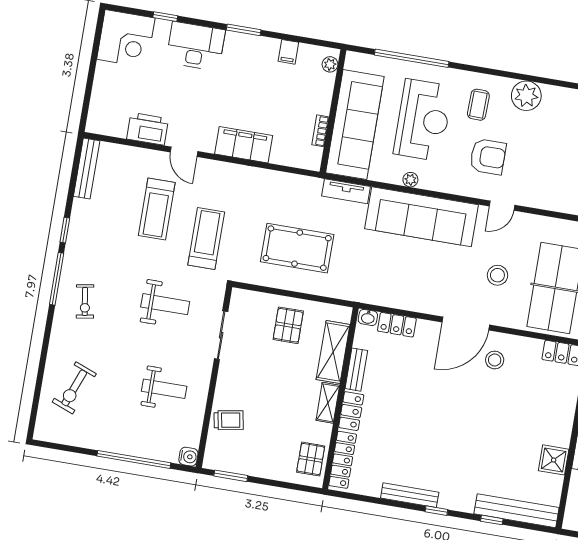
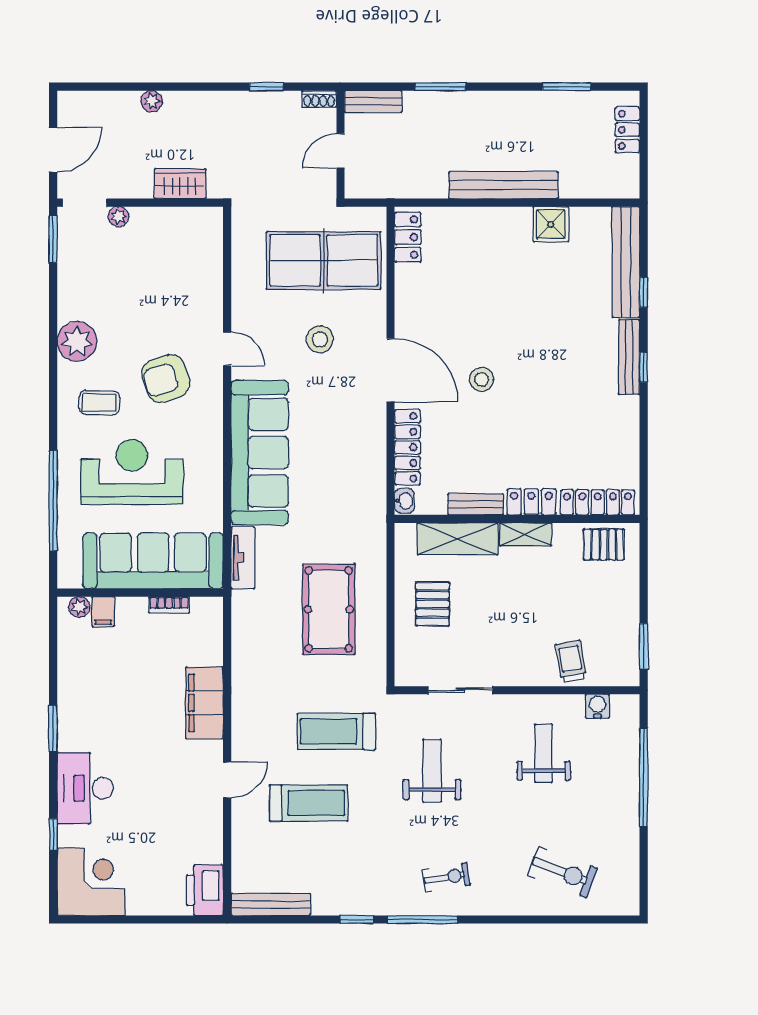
filing cabinet: (288, 52) -> (103, 612), moved, turned 90
printer: (148, 129) -> (205, 890), moved
armchair: (488, 157) -> (166, 378), turned -107
plant: (410, 180) -> (213, 475), removed
pallet: (288, 325) -> (432, 604), turned 90
locker: (397, 325) -> (407, 447), width x1.53
stool: (495, 360) -> (482, 379), moved
water cooler: (188, 457) -> (597, 706), moved
bench: (410, 495) -> (629, 357), moved

